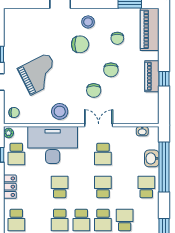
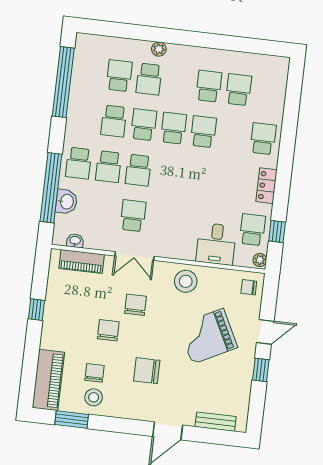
bench: (27, 14) -> (216, 422), added
stool: (88, 22) -> (94, 397), moved
piano: (152, 76) -> (82, 261), moved, turned 90
desk: (53, 145) -> (216, 244), width x0.53, depth x0.77
school desk: (60, 187) -> (108, 167), moved

